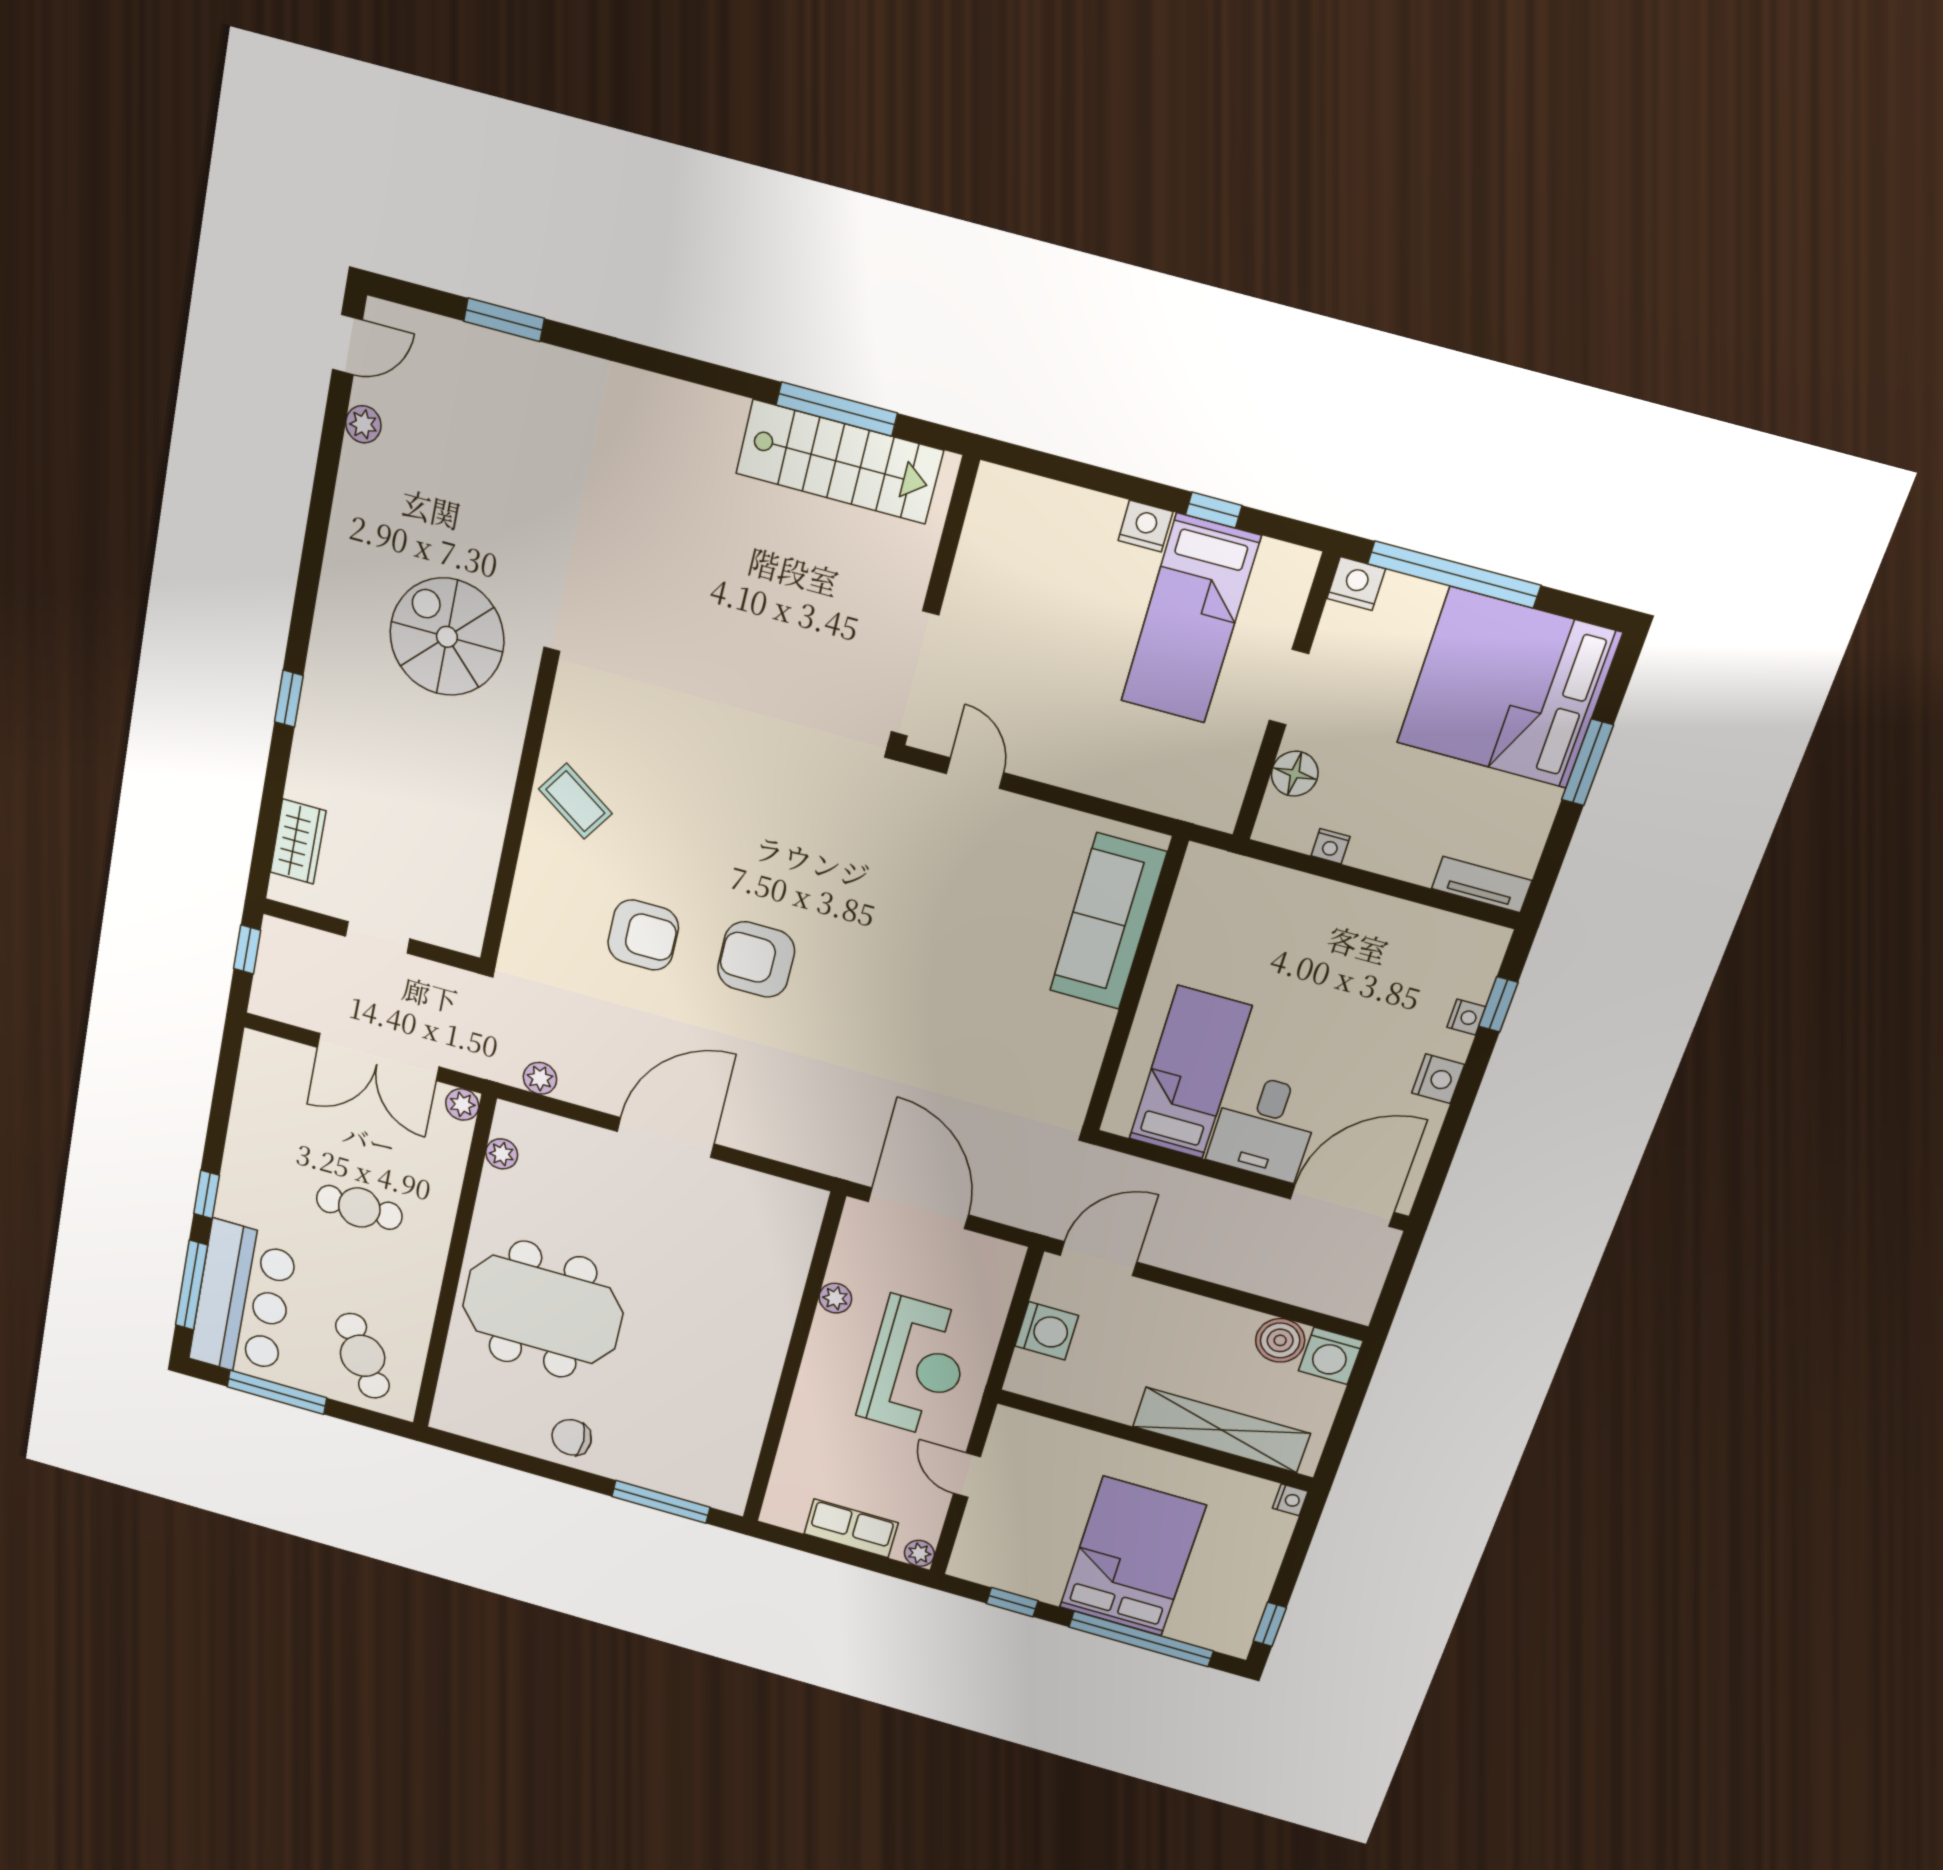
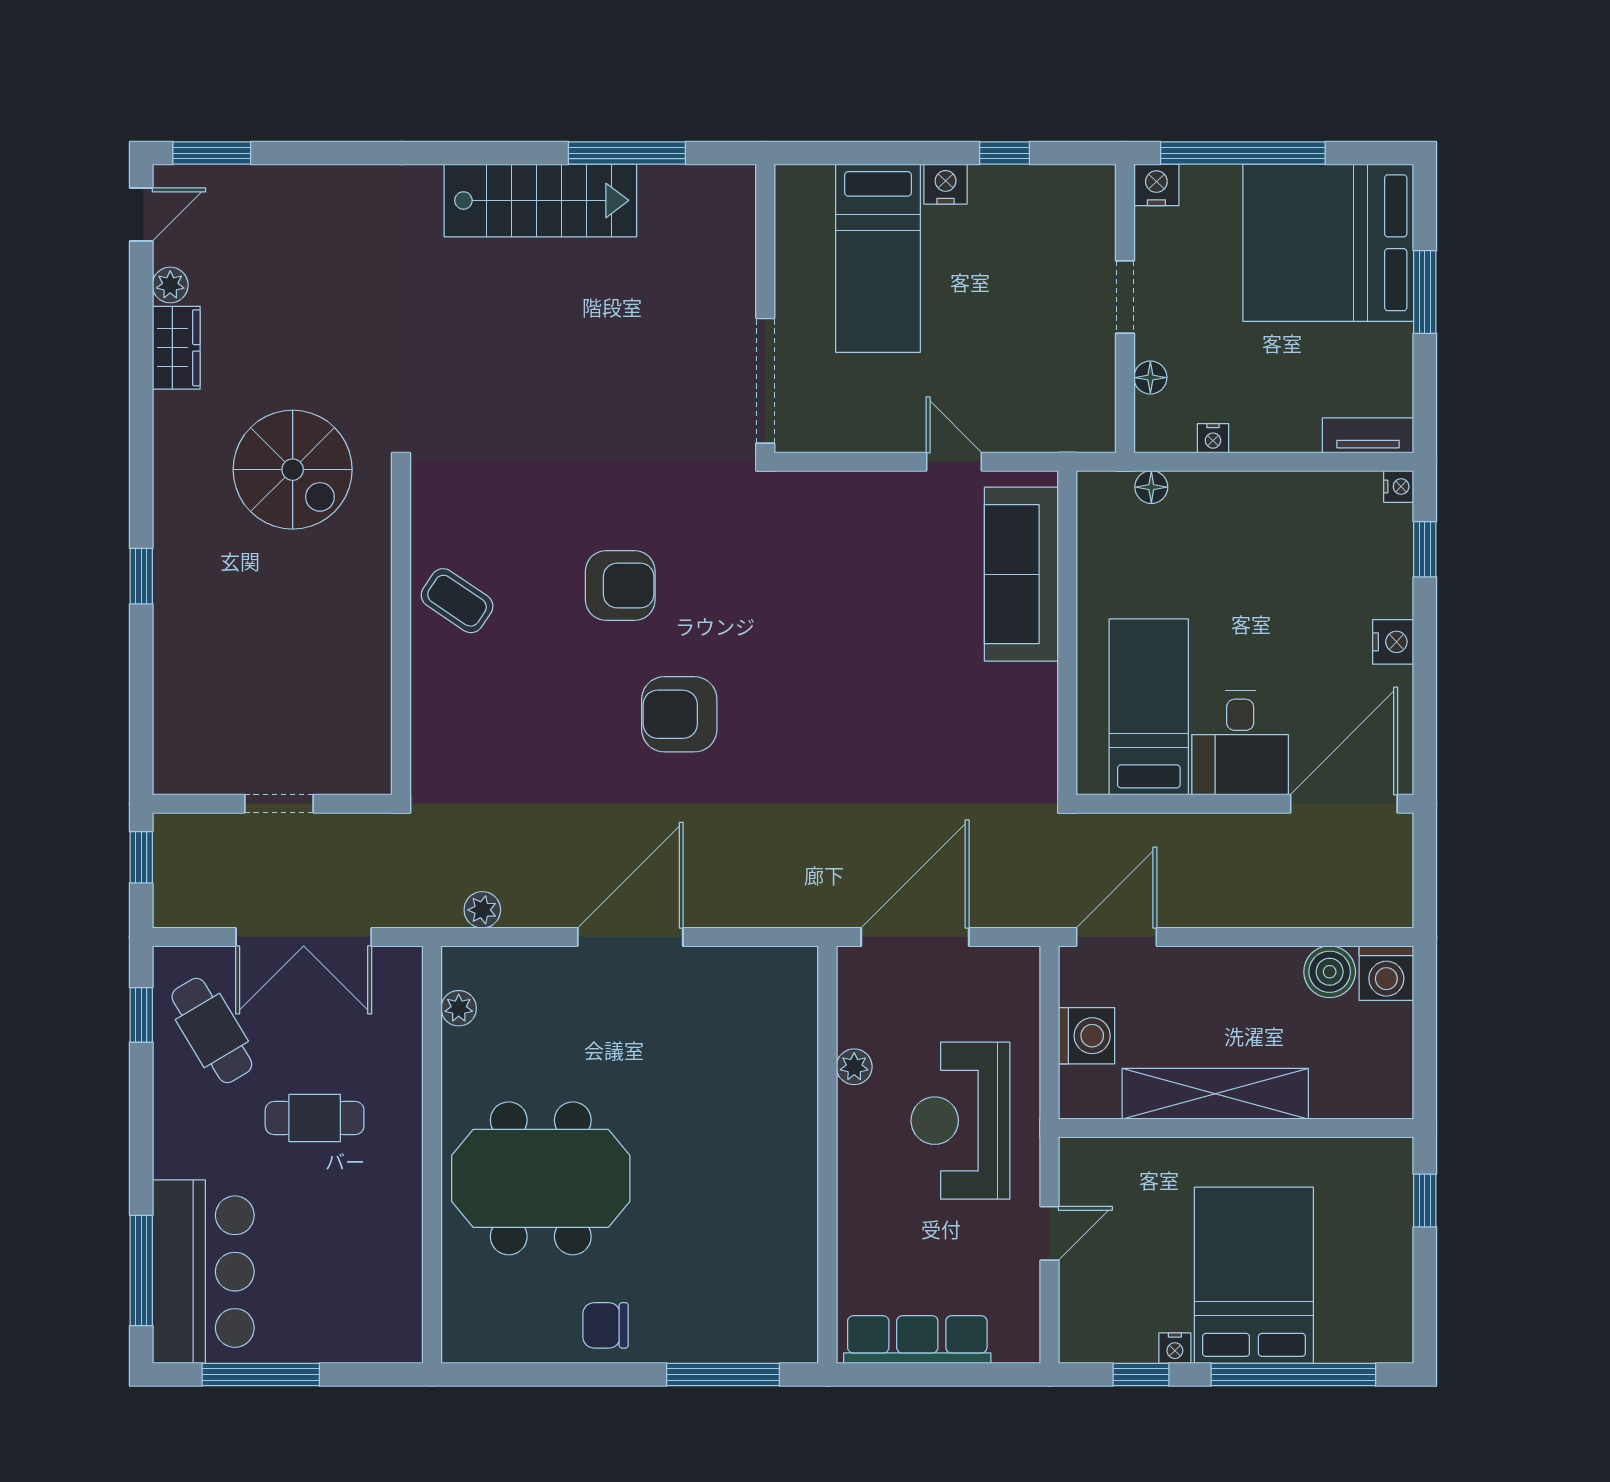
window: (504, 320) -> (212, 153), moved
stairs: (839, 462) -> (540, 200), moved
bed: (1190, 619) -> (878, 258), moved
spiral stairs: (447, 637) -> (293, 470), turned 180
door: (975, 773) -> (954, 462), moved
floor lamp: (1295, 774) -> (1150, 378), width x0.73, depth x0.73
wardrobe: (298, 842) -> (176, 348), moved
floor lamp: (1256, 876) -> (1151, 487), added
armchair: (643, 935) -> (620, 586), moved
nightstand: (1466, 1017) -> (1399, 486), moved
plant: (462, 1104) -> (405, 964), removed
window: (207, 1194) -> (141, 1015), moved
door: (918, 1208) -> (915, 937), hinge flipped
cafe table: (363, 1356) -> (212, 1031), moved
reception desk: (916, 1367) -> (960, 1121), turned 180
shelving: (1221, 1430) -> (1215, 1094), moved
door: (967, 1475) -> (1049, 1233), swing flipped
nightstand: (1290, 1500) -> (1175, 1348), moved, turned 90
row of seats: (851, 1528) -> (917, 1340), width x1.48
plant: (919, 1553) -> (1024, 1346), removed
window: (1270, 1624) -> (1425, 1200), moved

